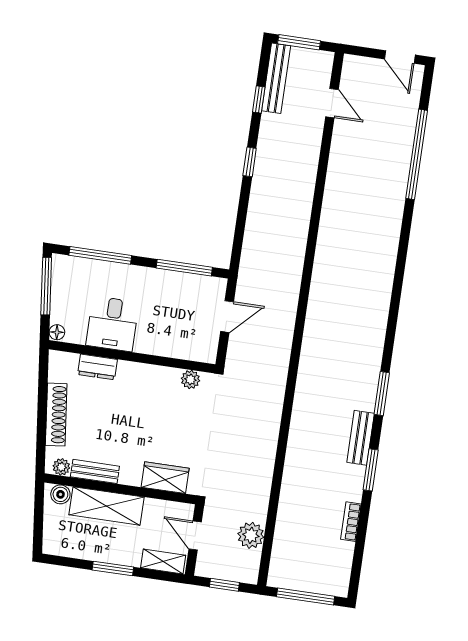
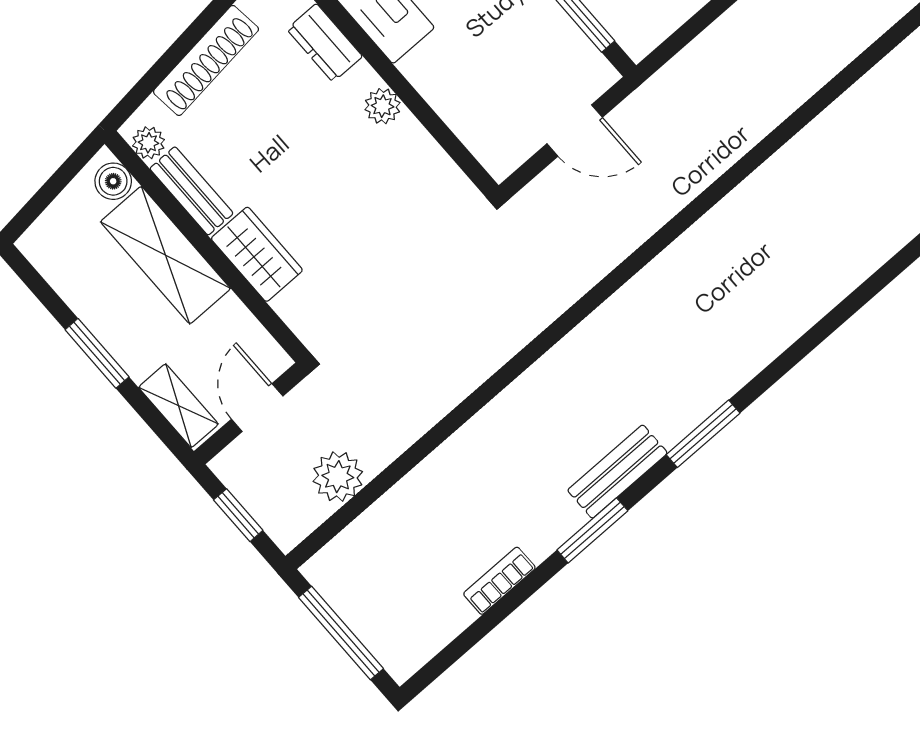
plant: (190, 380) -> (383, 106), moved
wardrobe: (165, 478) -> (257, 254), moved

